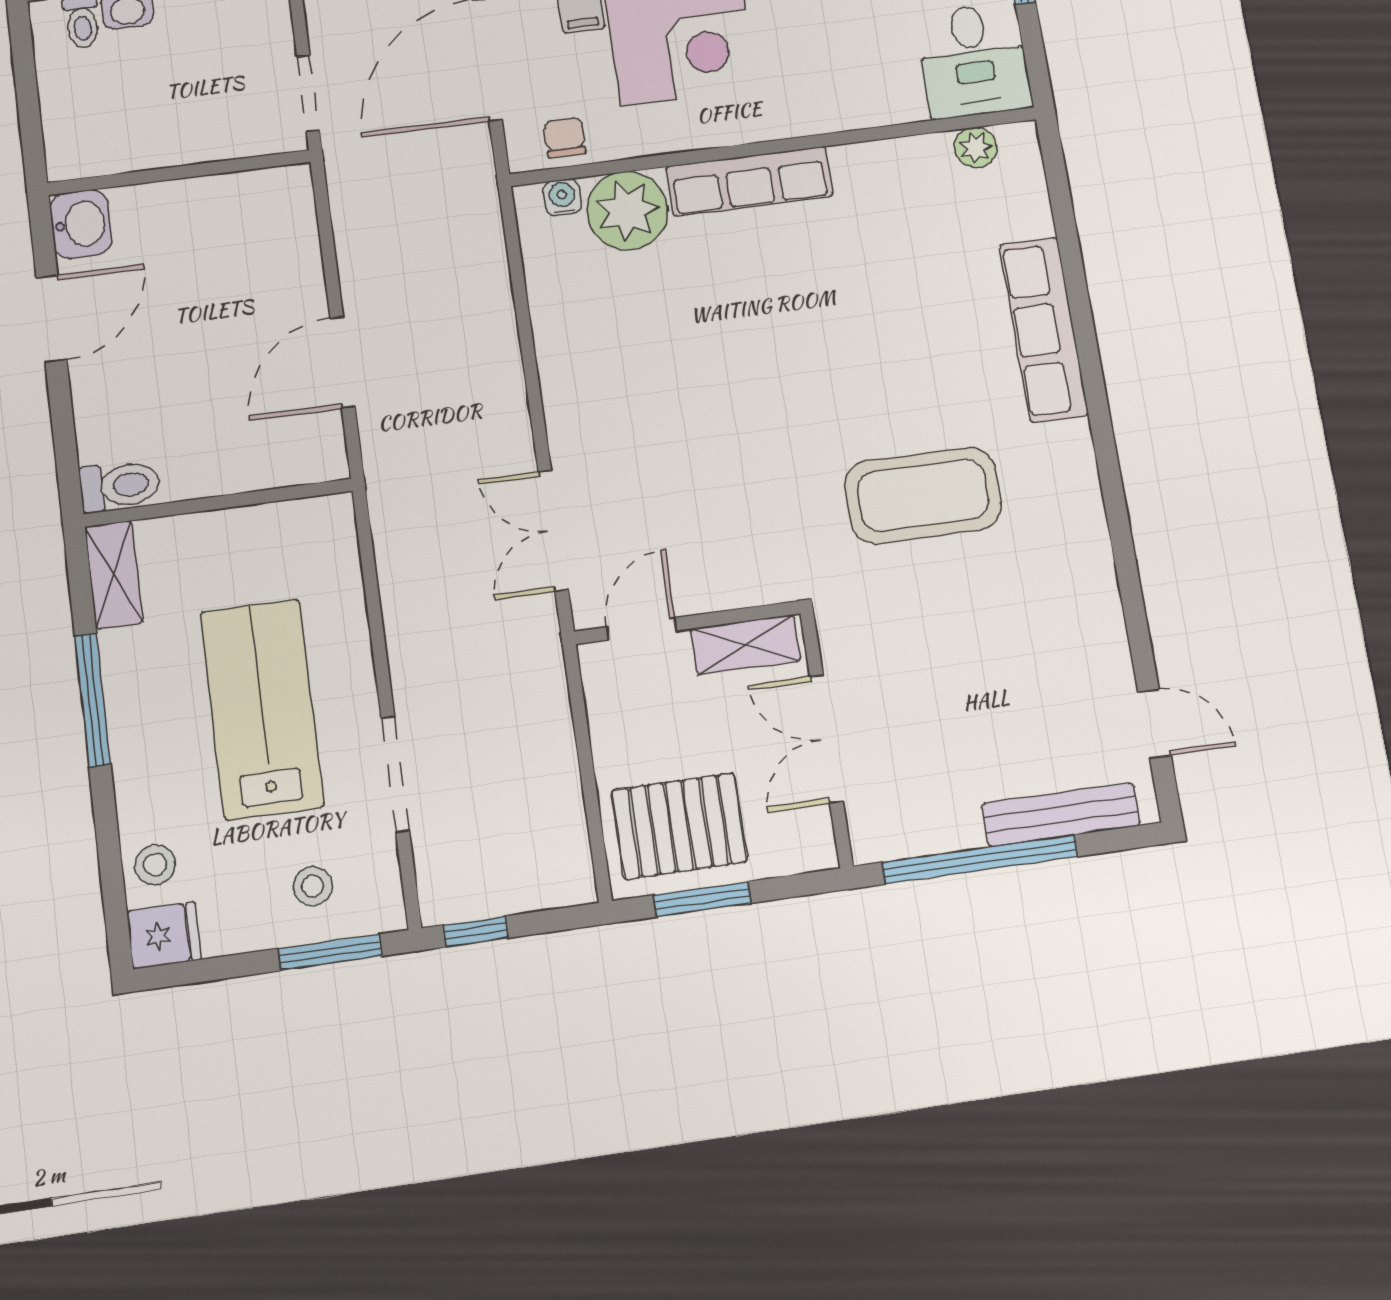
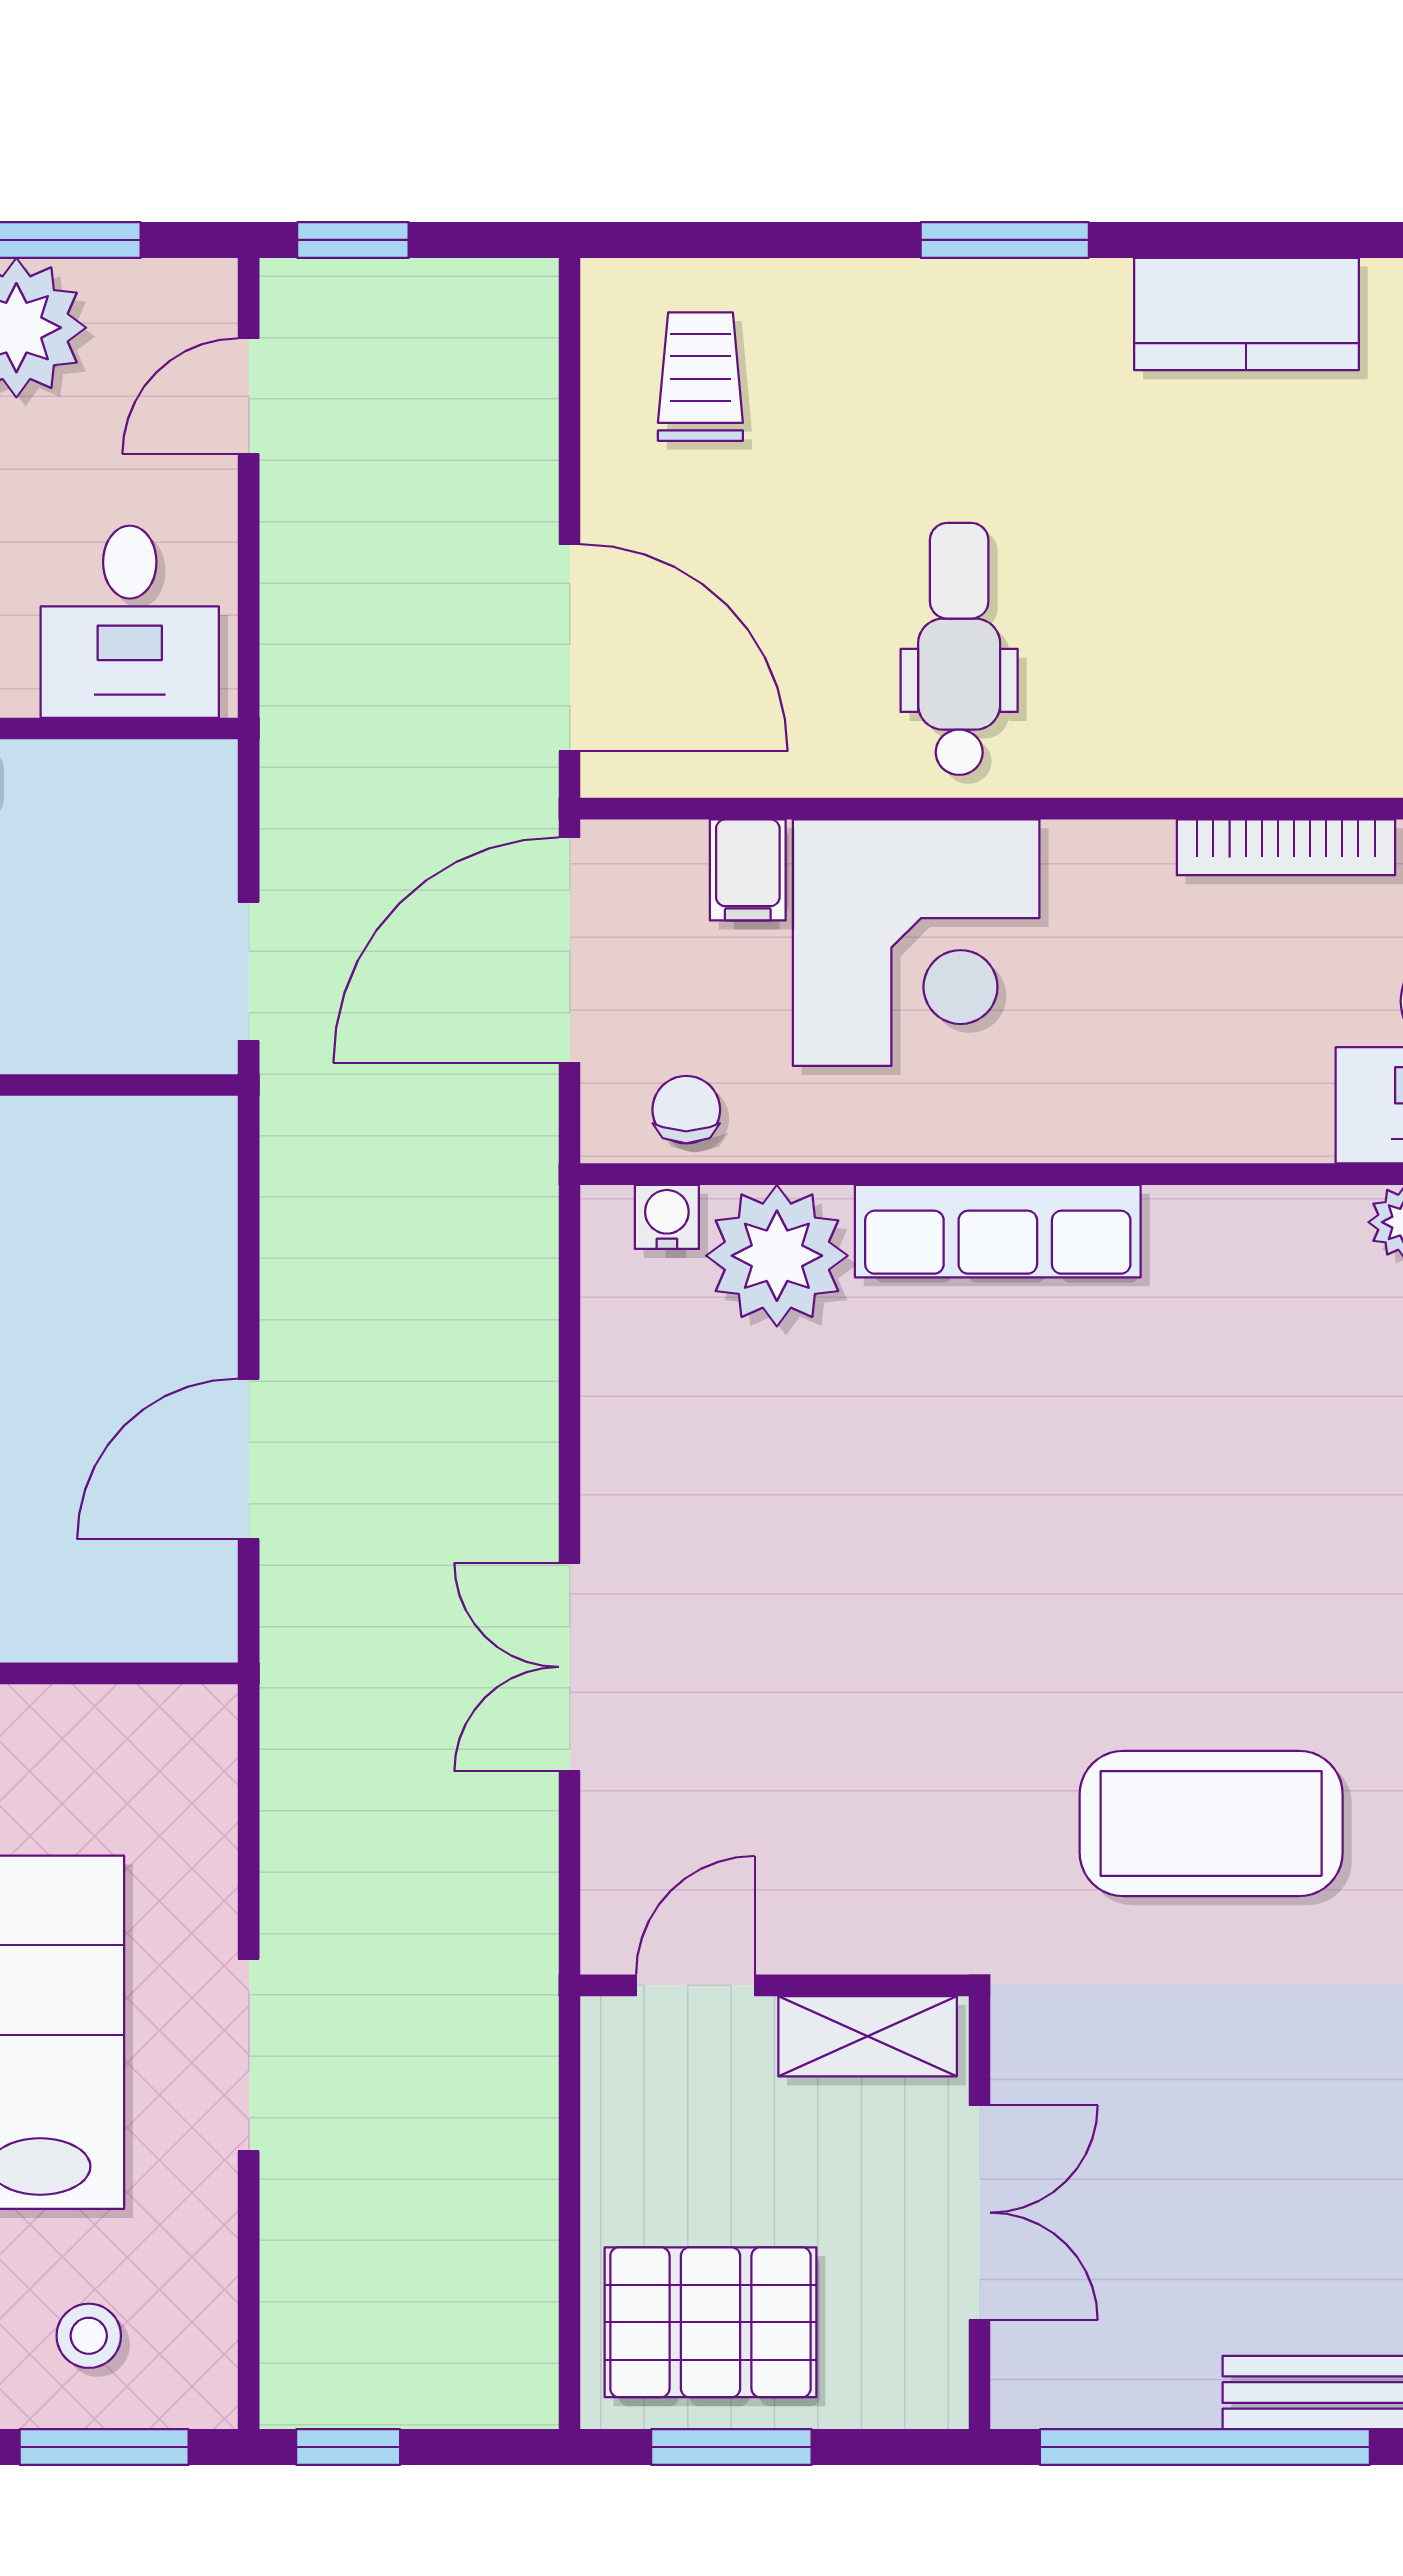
double door: (553, 530) -> (570, 1667), moved
double door: (826, 739) -> (980, 2213), swing flipped
doorway: (395, 774) -> (249, 2055), moved

